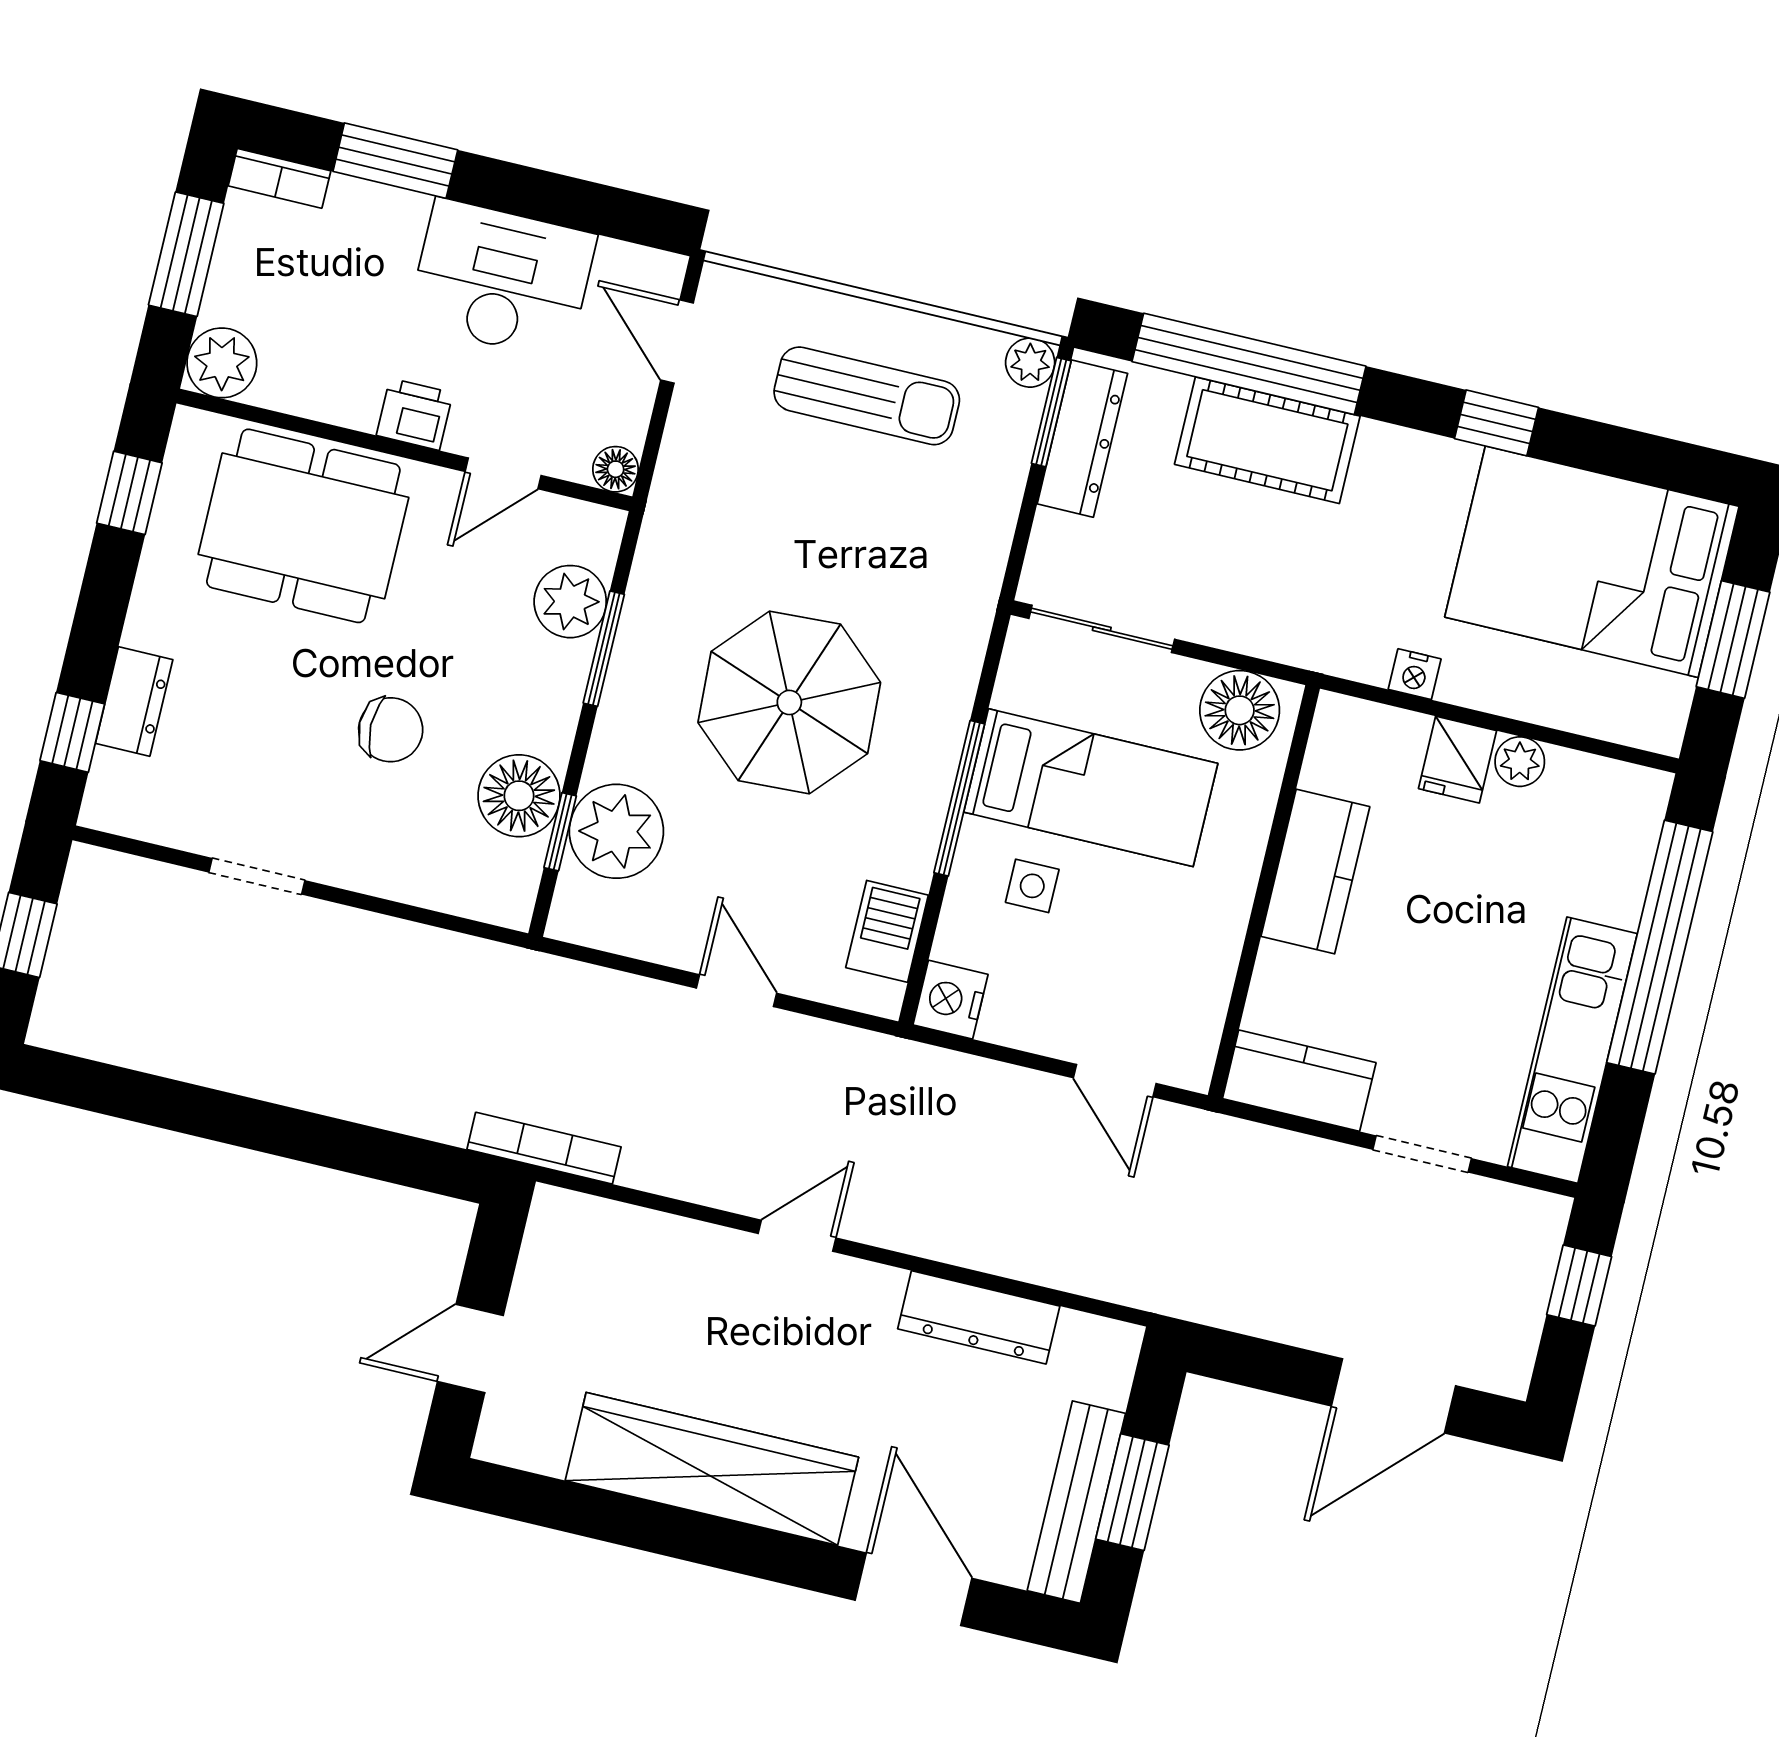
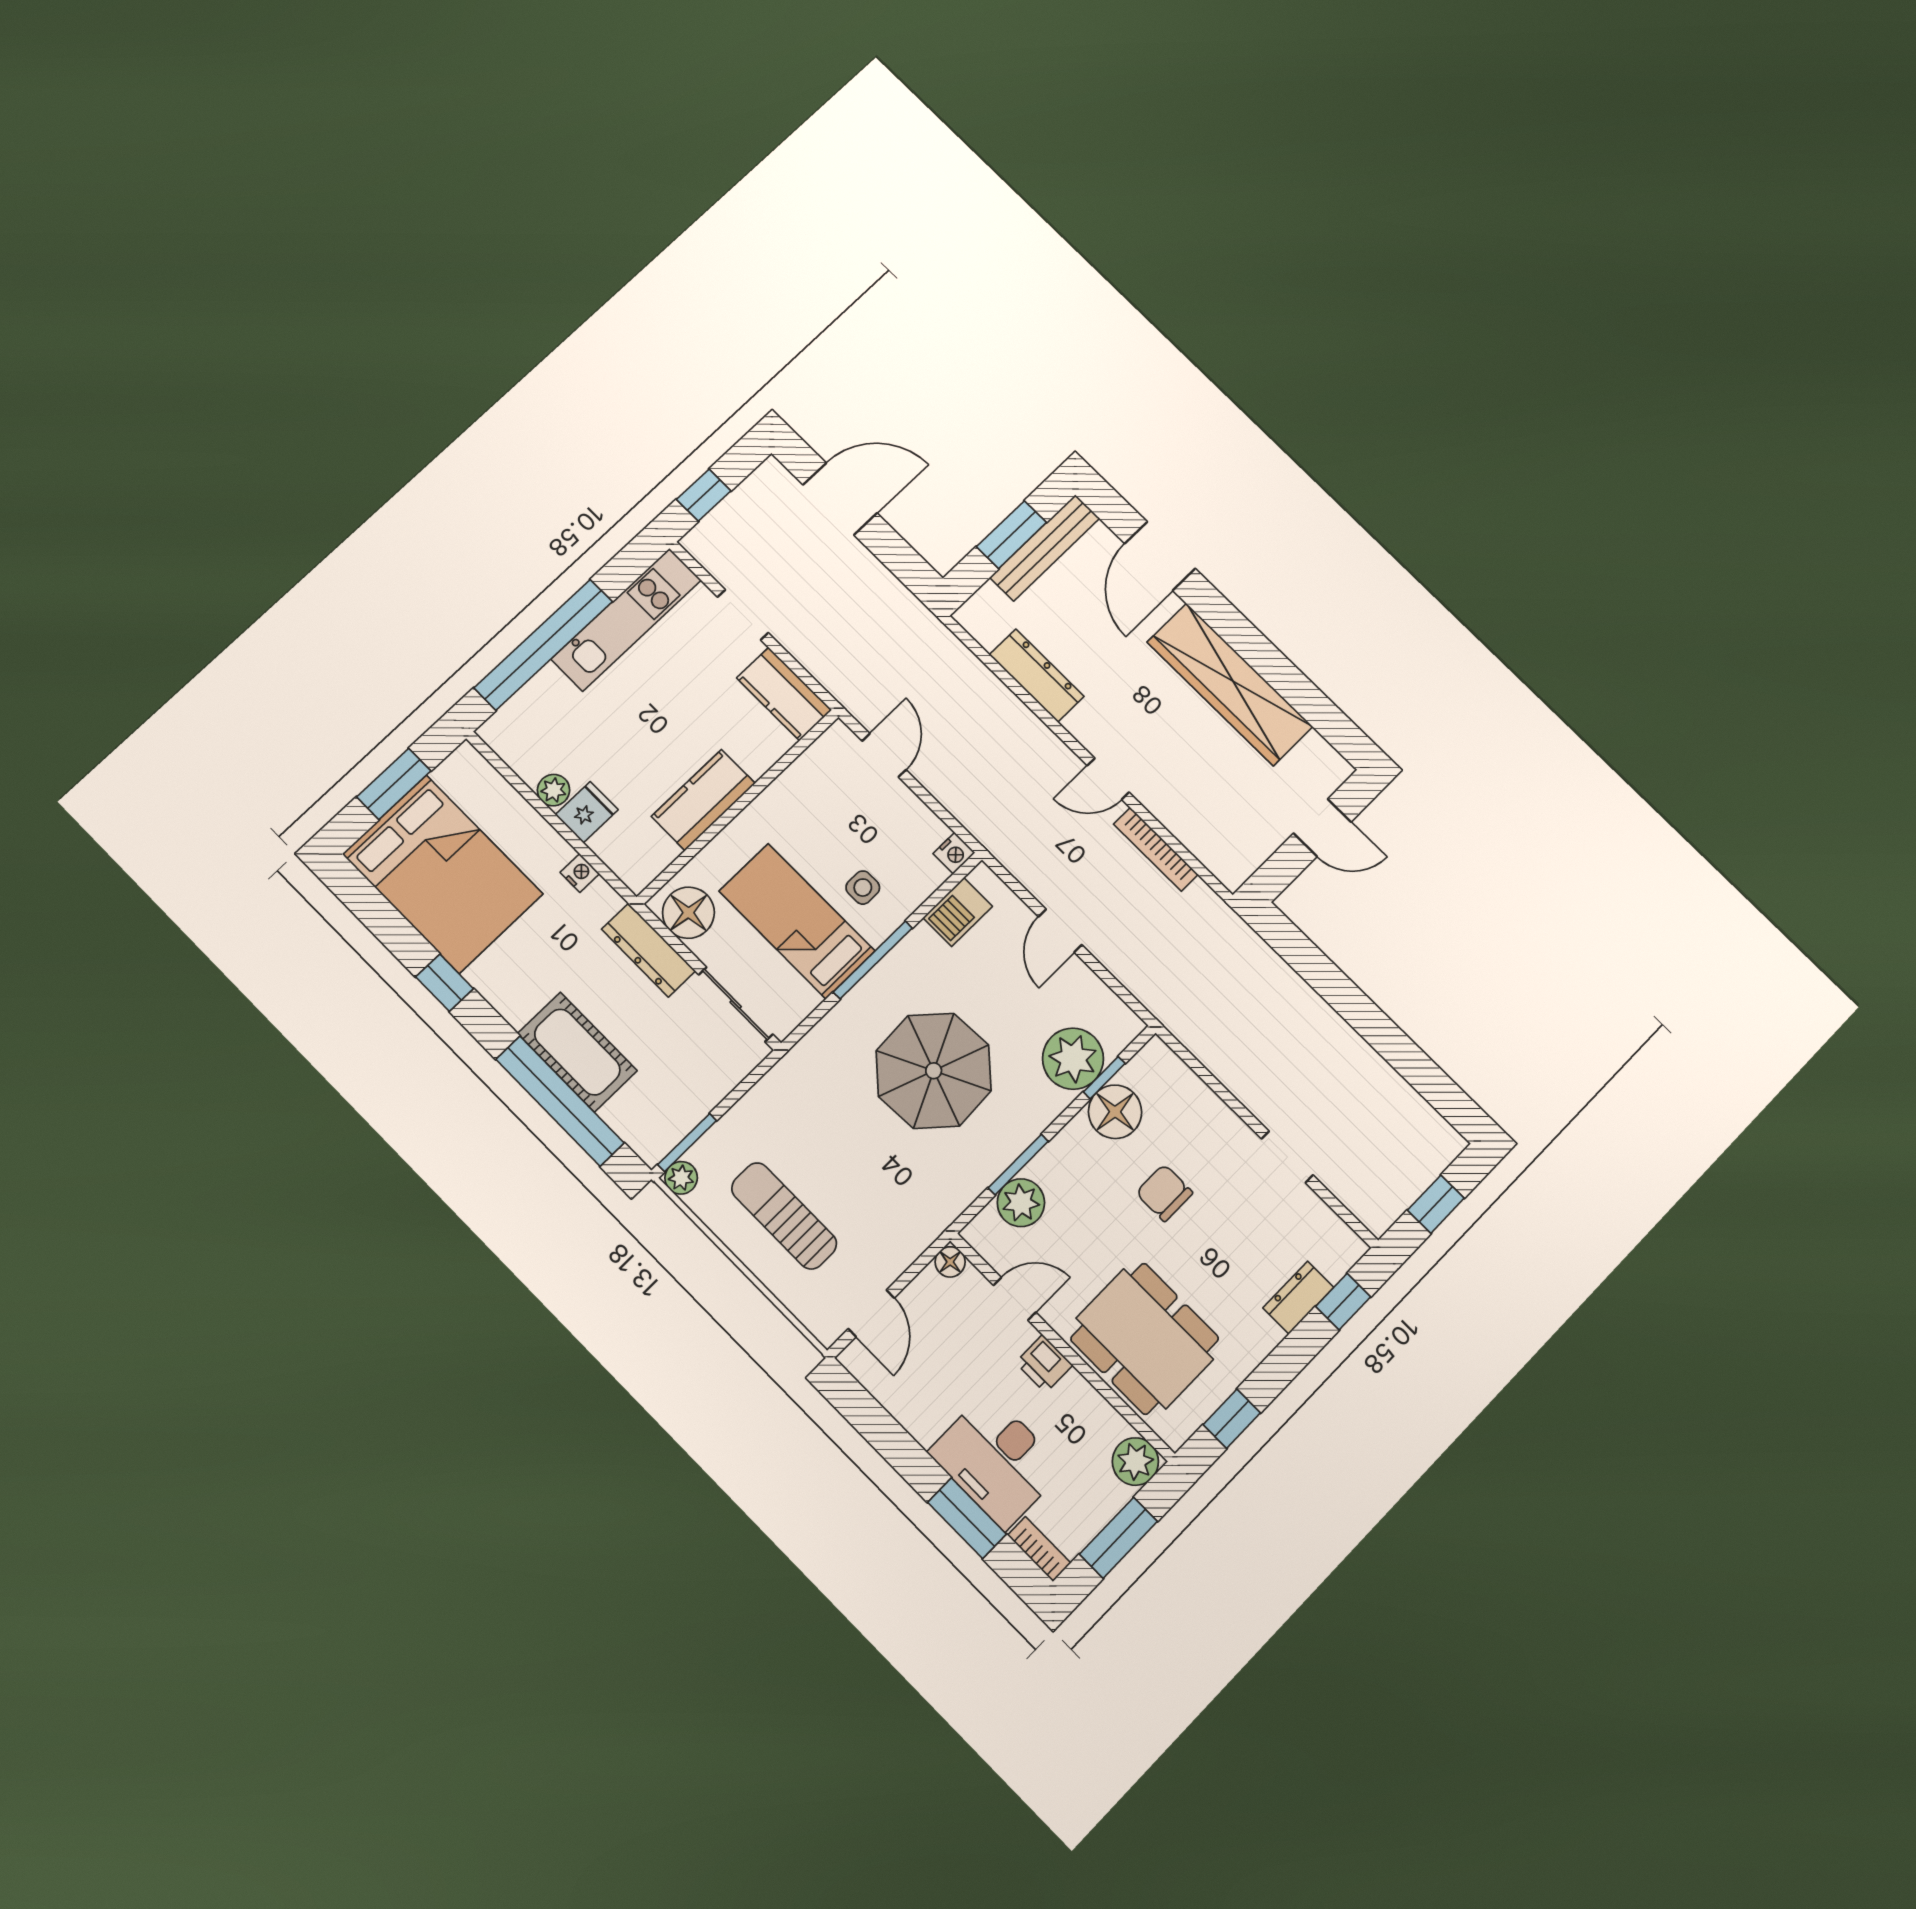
desk: (502, 279) -> (996, 1460), moved
dresser: (1082, 439) -> (649, 950), moved, turned -90
nightstand: (950, 1000) -> (954, 853), width x0.72, depth x0.74
bookcase: (544, 1148) -> (1156, 849), moved

